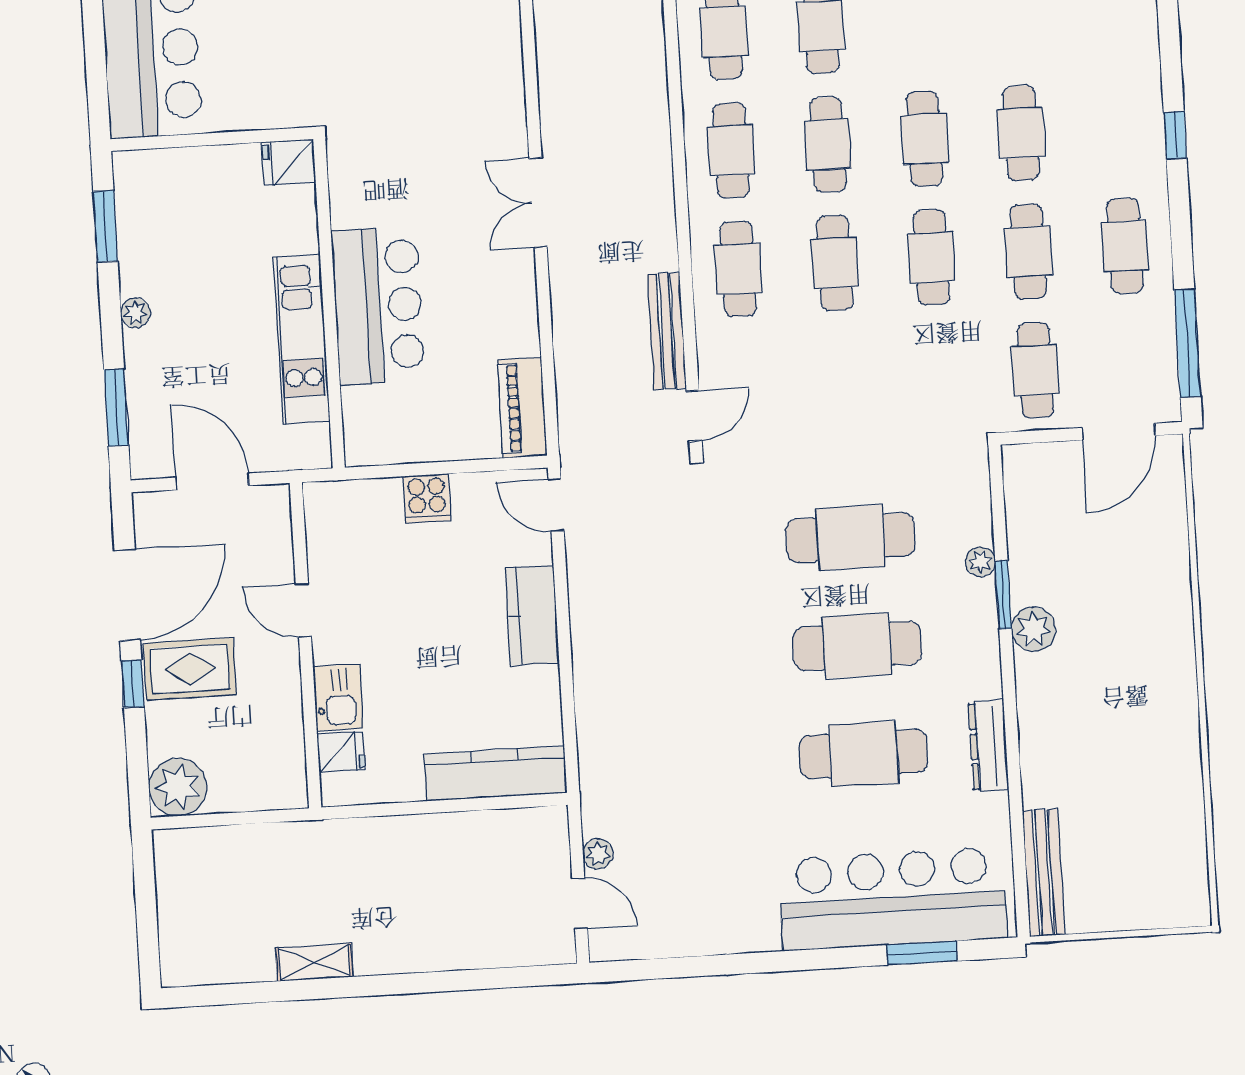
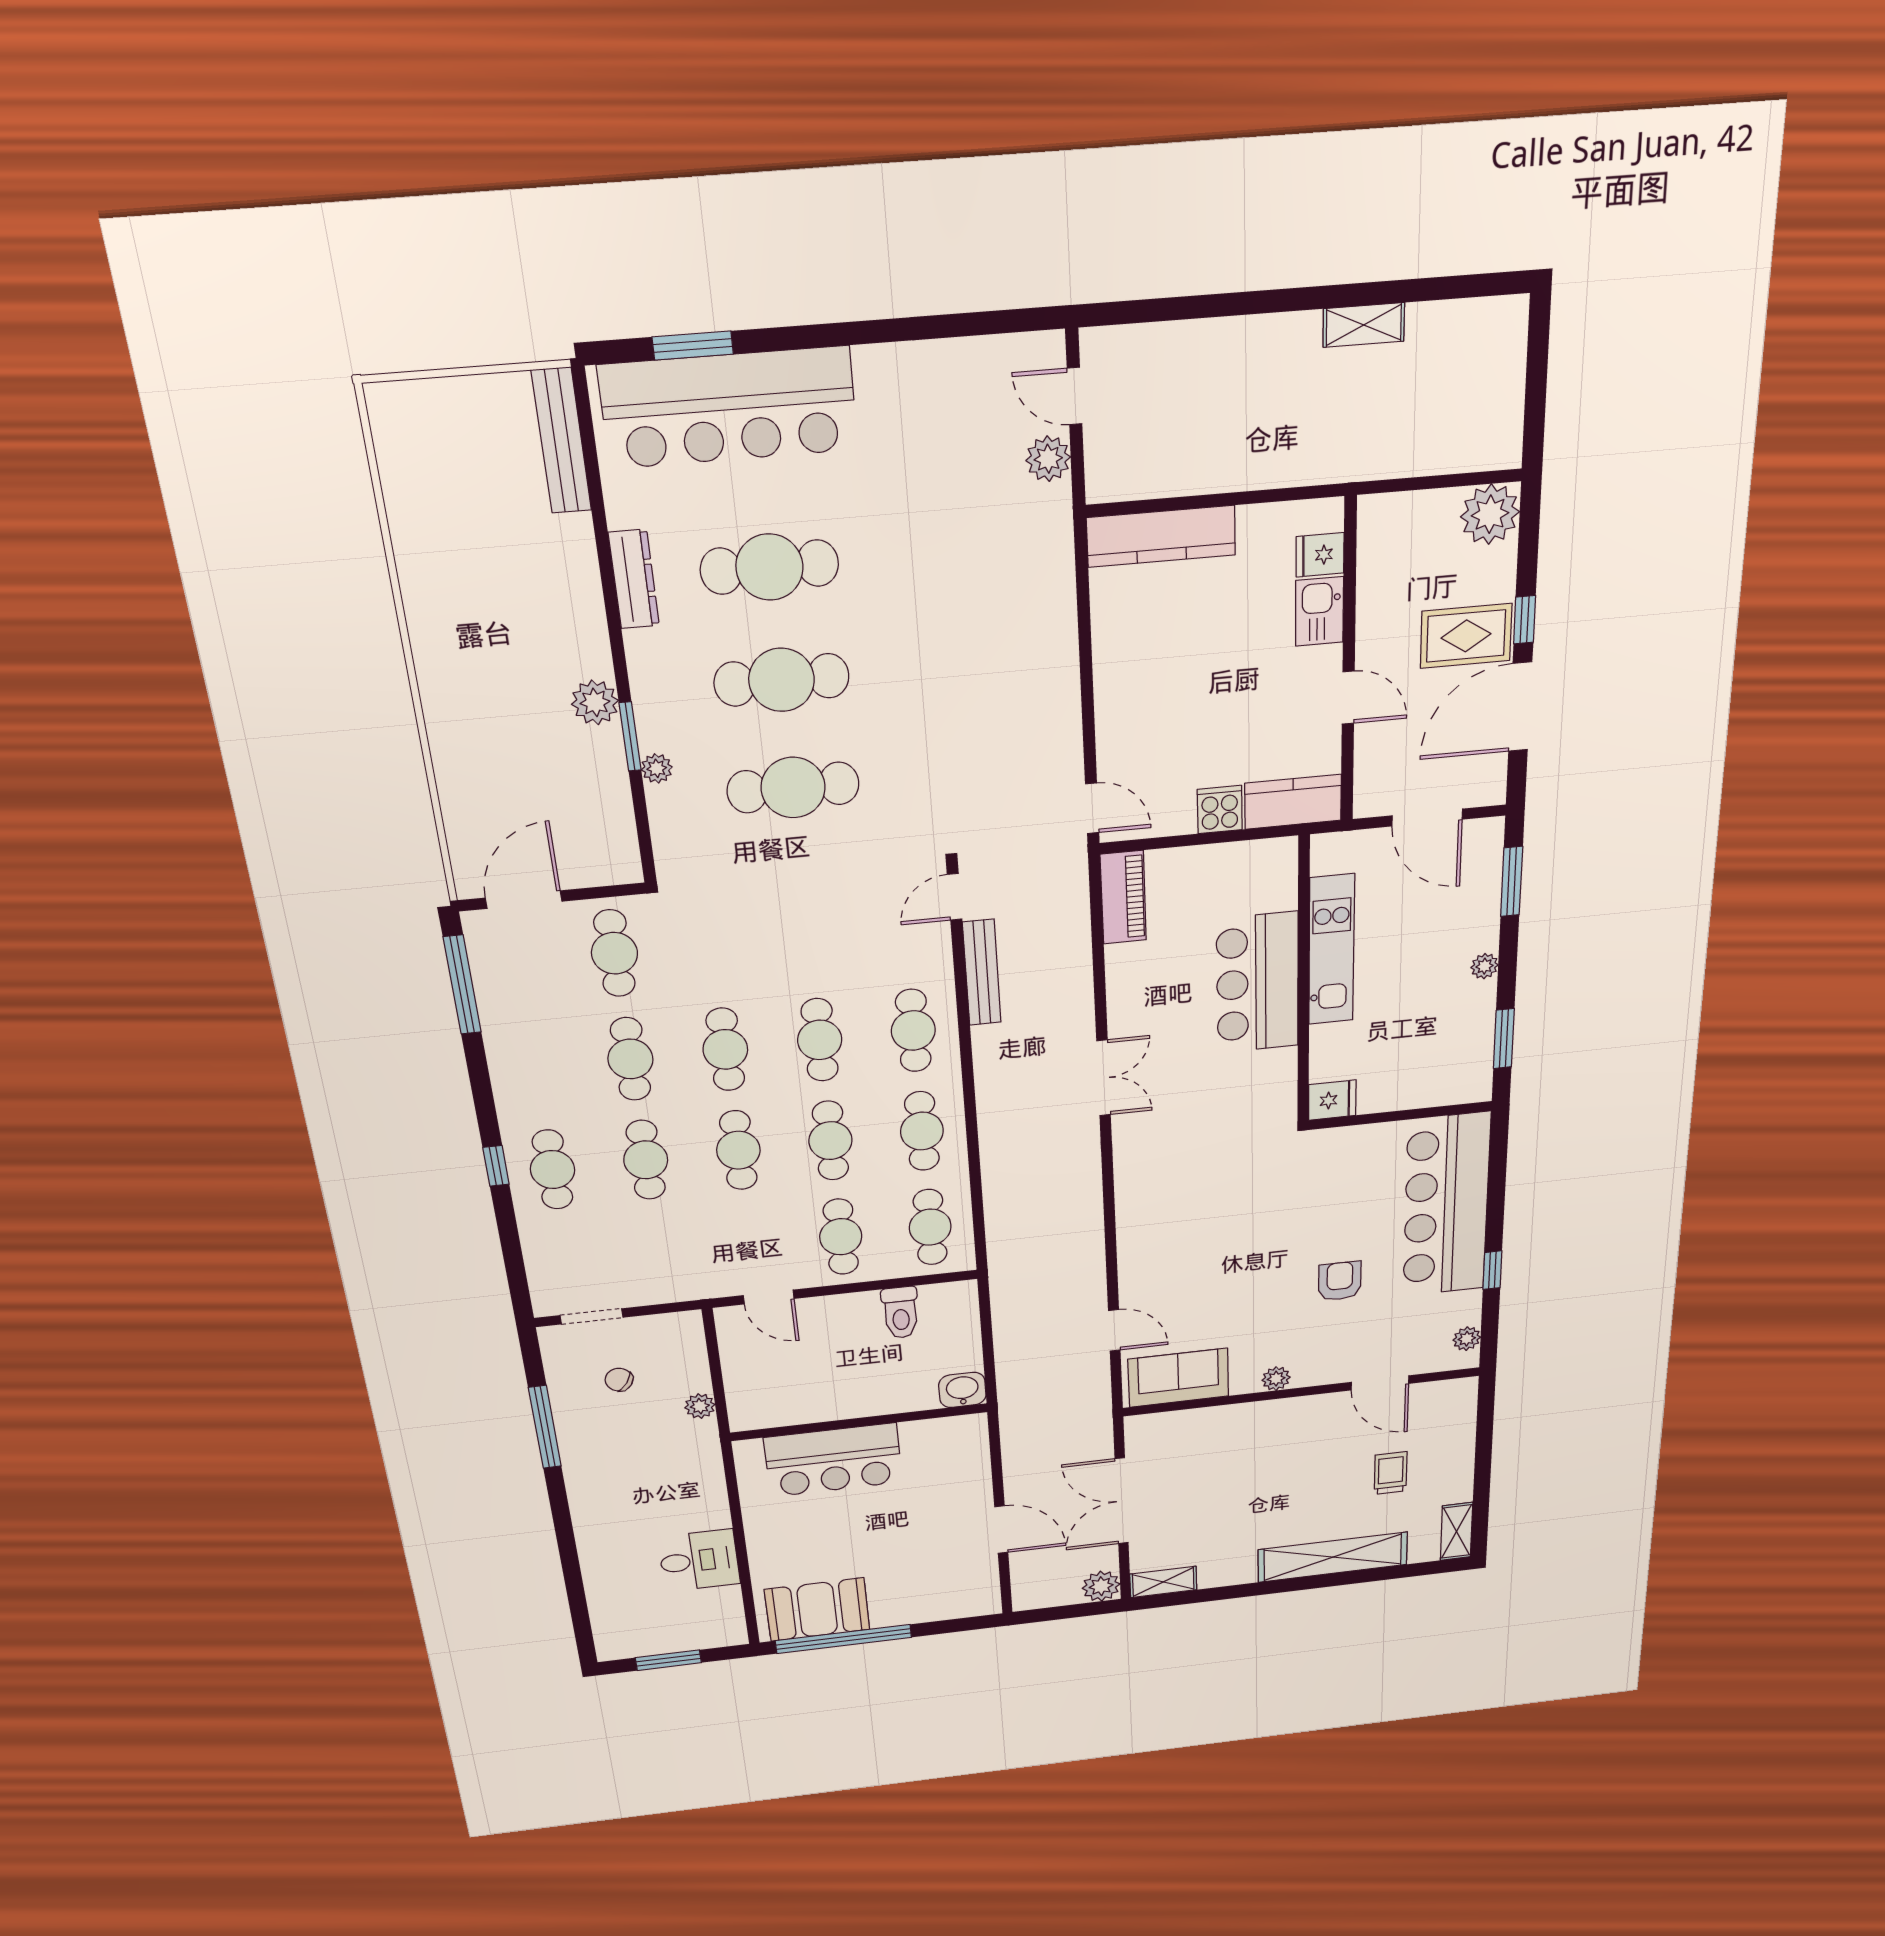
cafe table: (1125, 246) -> (553, 1170), moved
kitchen counter: (532, 615) -> (1293, 802), moved, turned -90
plant: (598, 854) -> (1048, 459), width x1.38, depth x1.38

